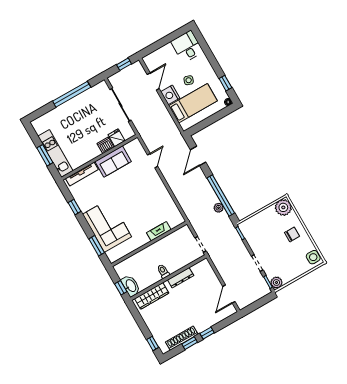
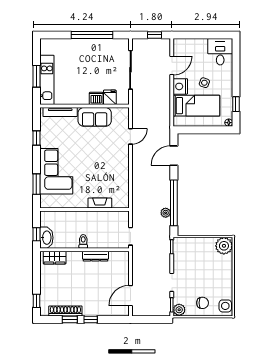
chair: (292, 234) -> (203, 303), moved
wardrobe: (152, 296) -> (55, 258), width x0.67

